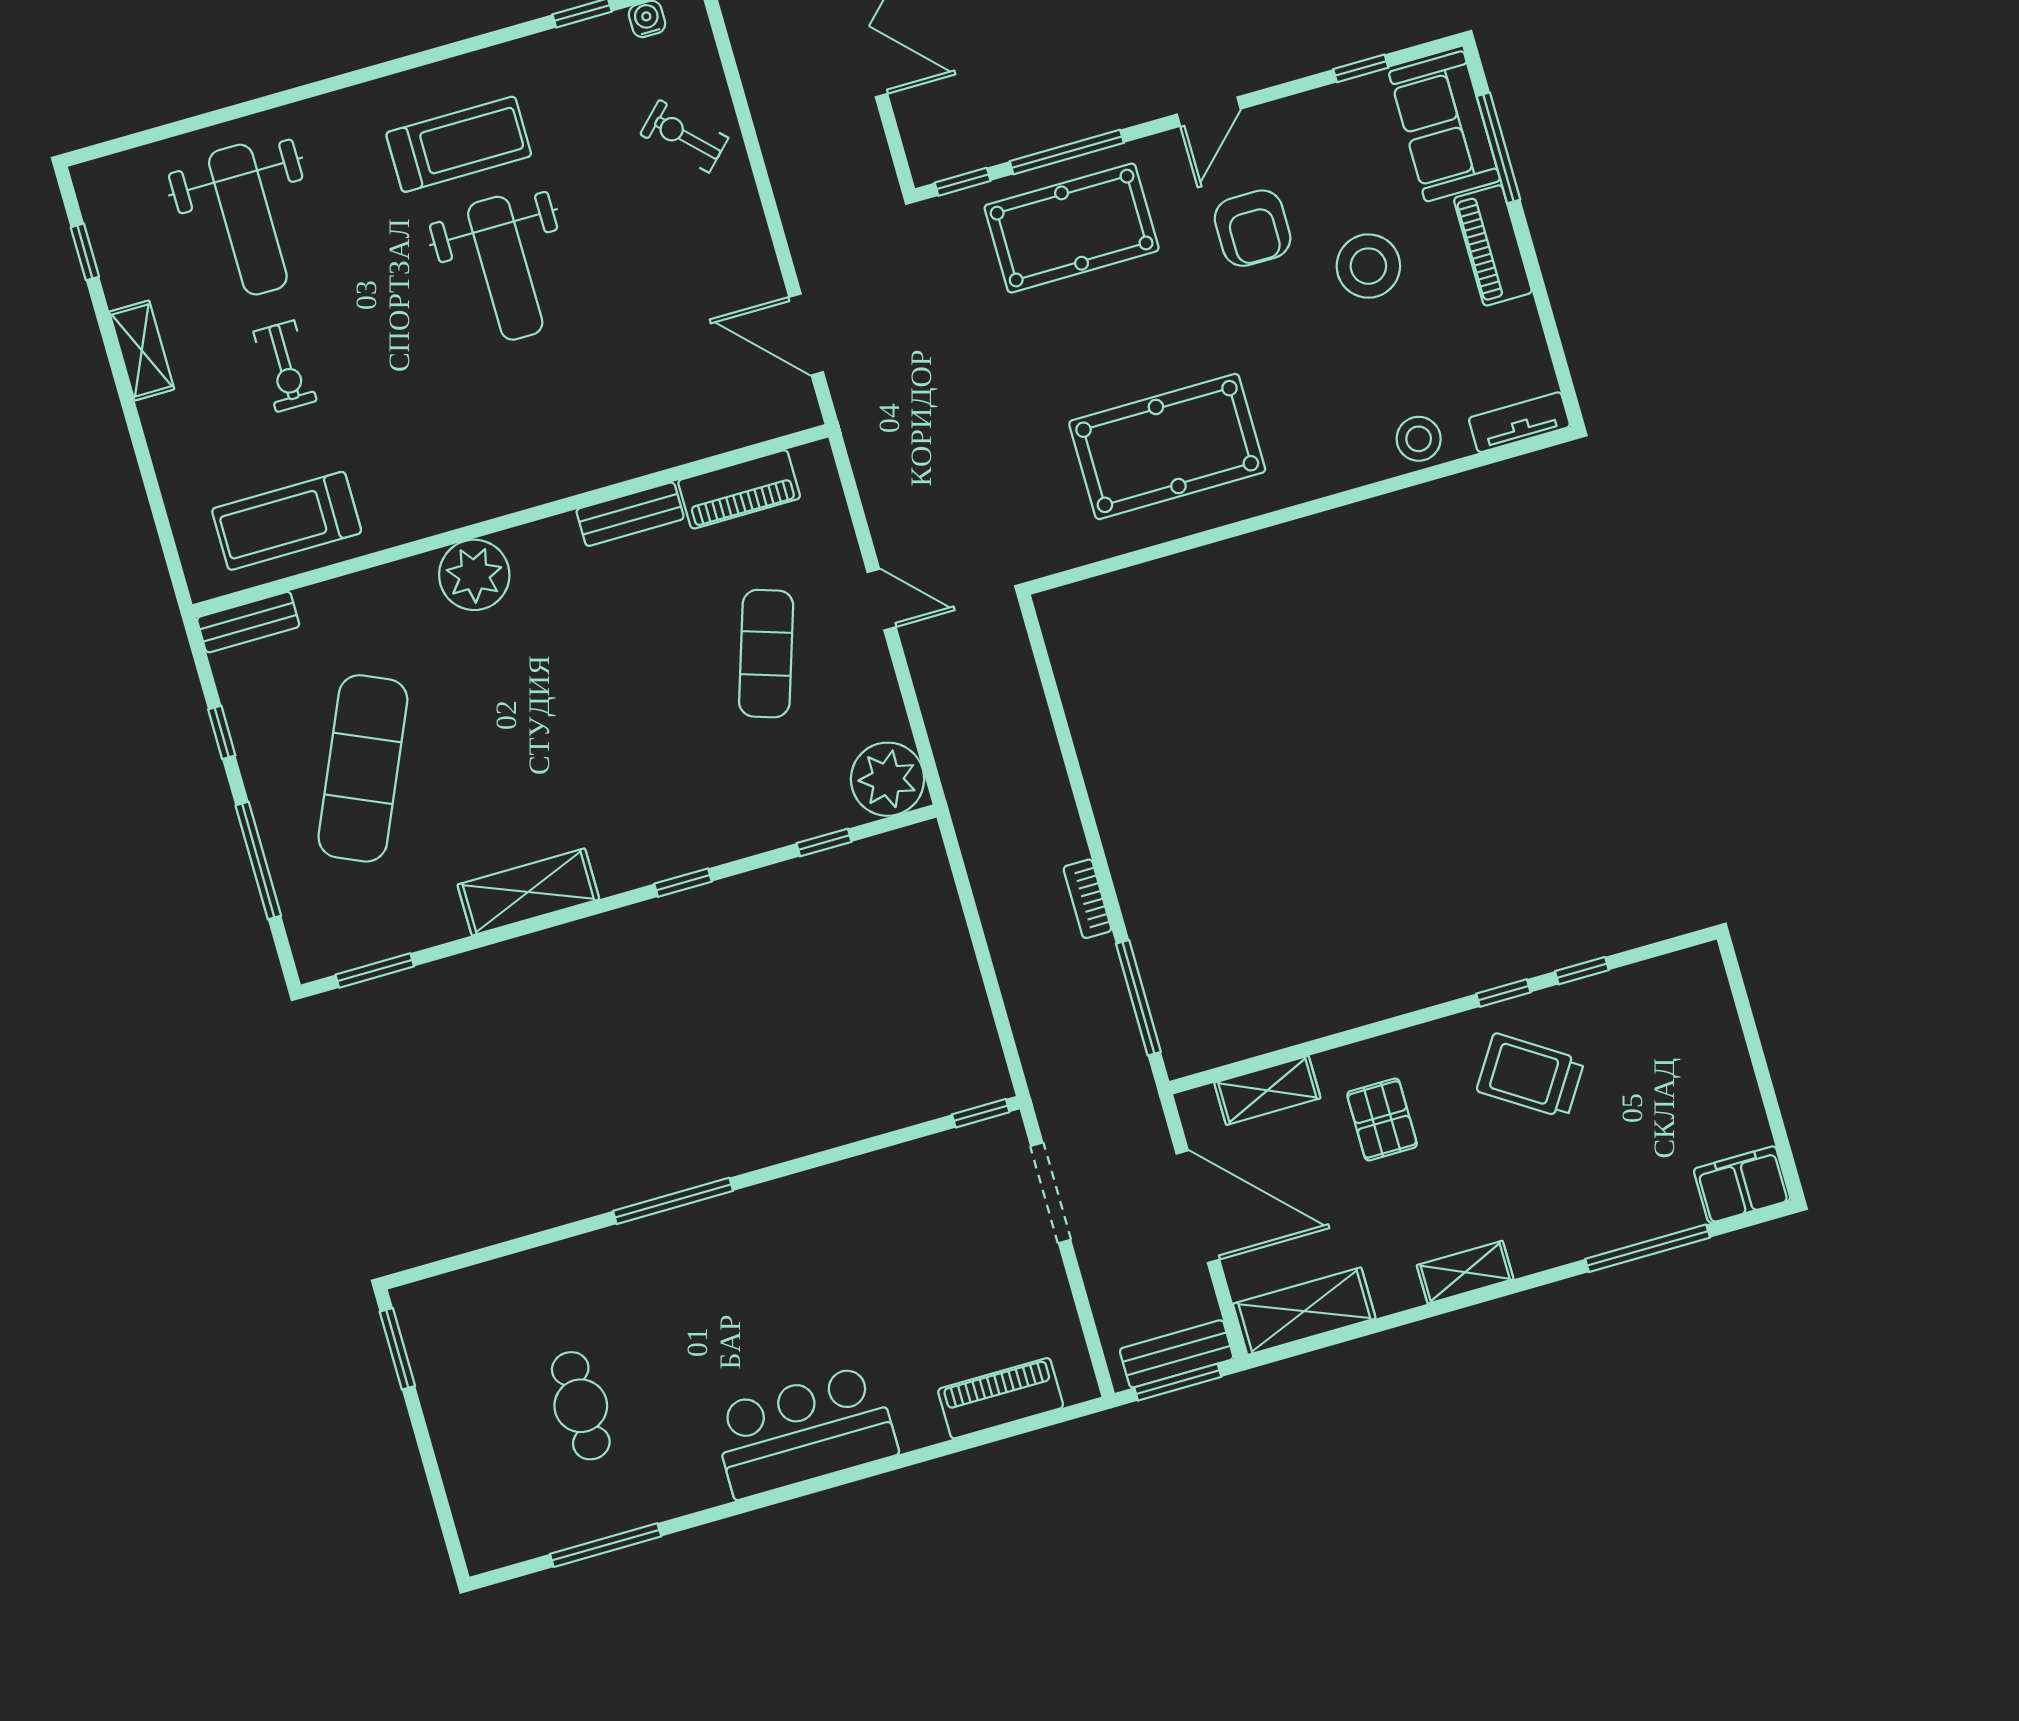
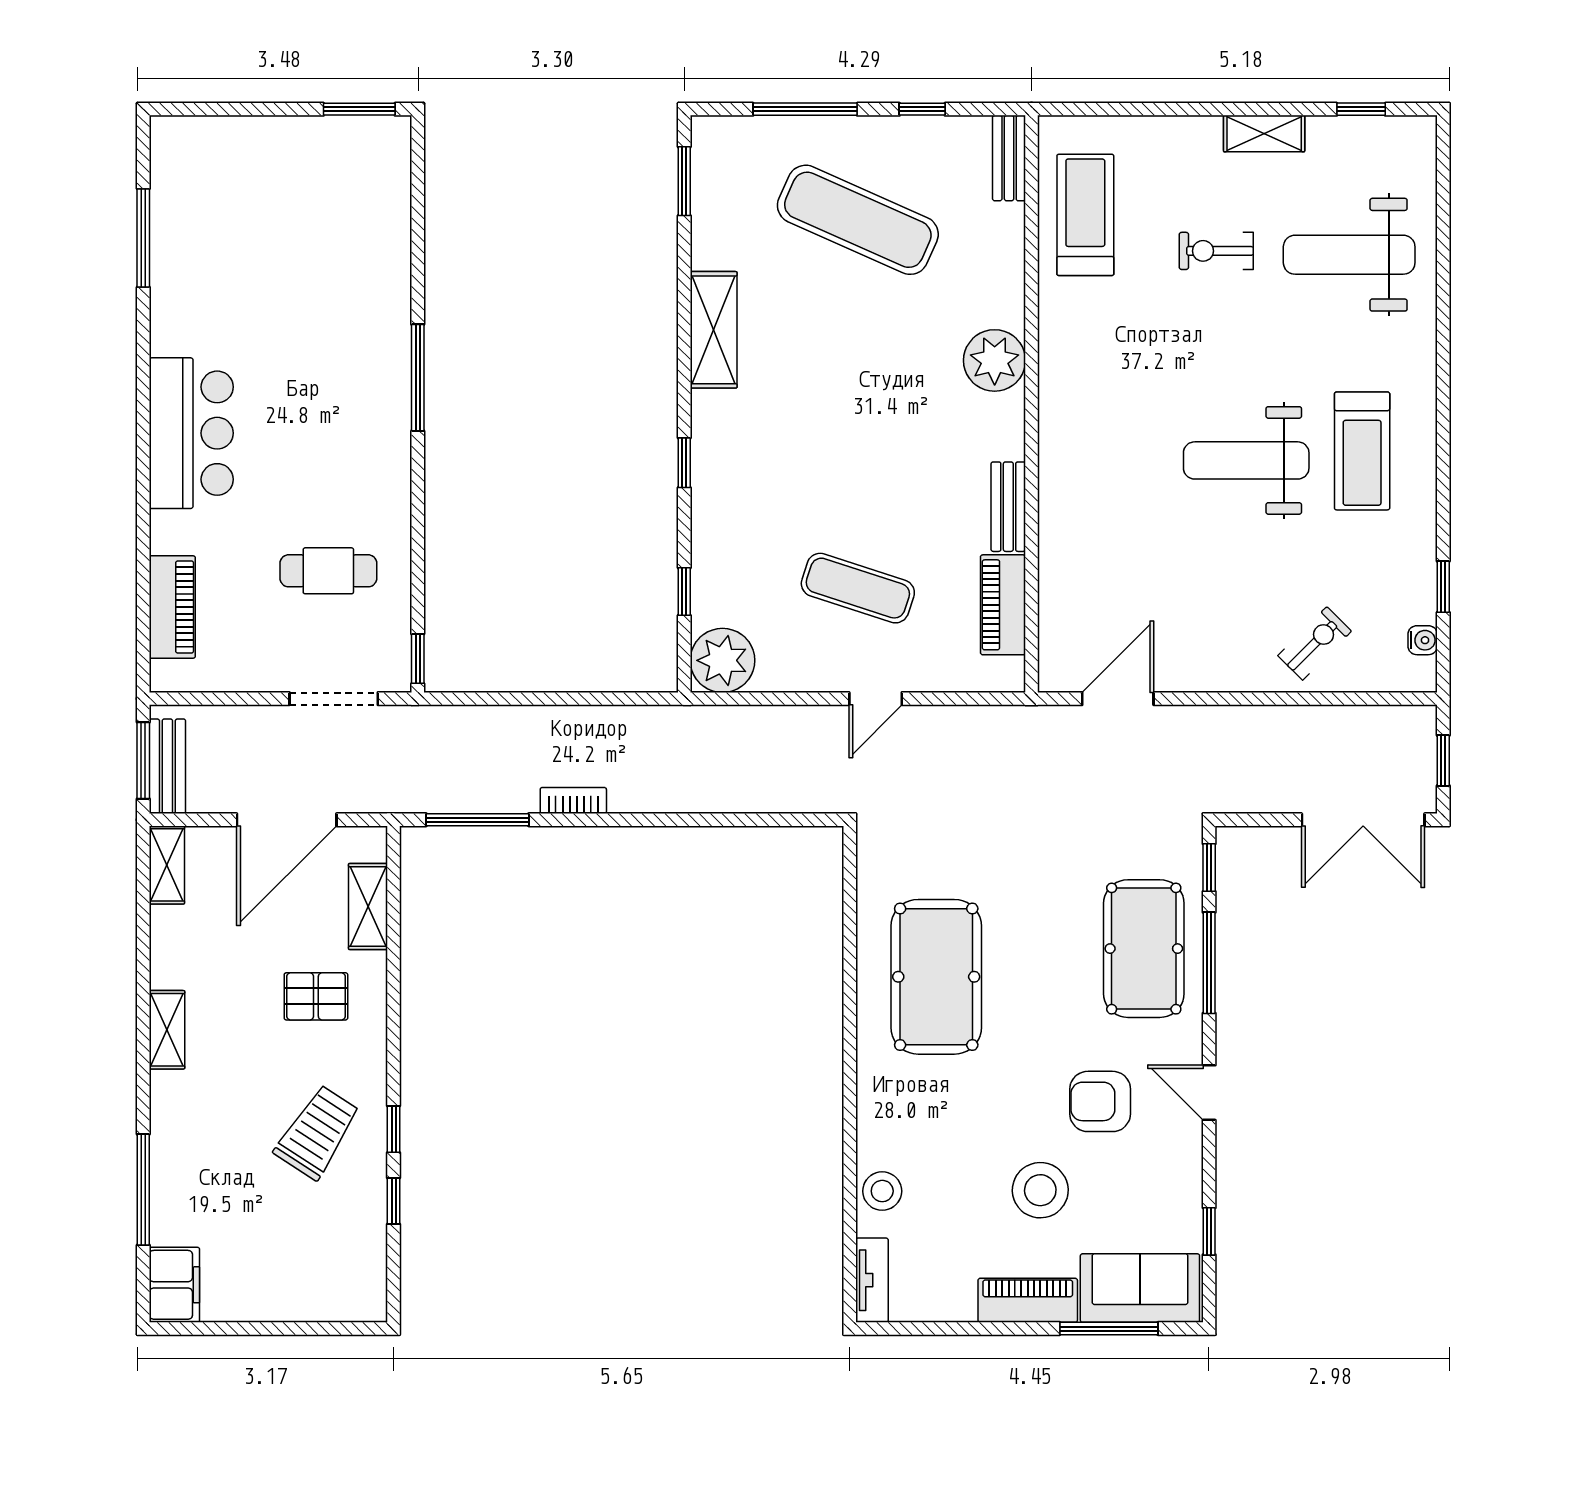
shelving: (1304, 1311) -> (167, 865), width x0.67, depth x0.75
cafe table: (581, 1406) -> (328, 571), moved

